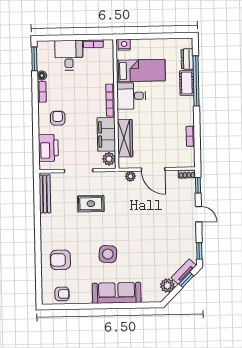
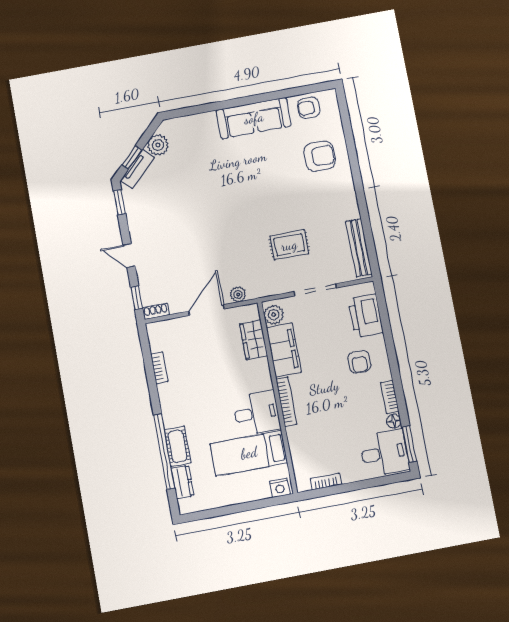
desk: (69, 55) -> (384, 453), moved, turned -90
wardrobe: (125, 138) -> (254, 340), width x0.67
door: (153, 169) -> (206, 310), hinge flipped
side table: (108, 254) -> (252, 176), removed
sofa: (117, 293) -> (254, 118), moved

